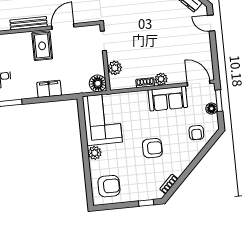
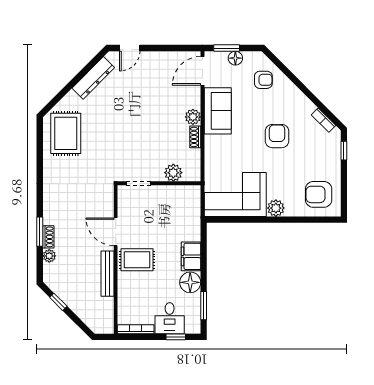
floor lamp: (98, 83) -> (190, 282), moved
armchair: (109, 186) -> (319, 194), turned -90

